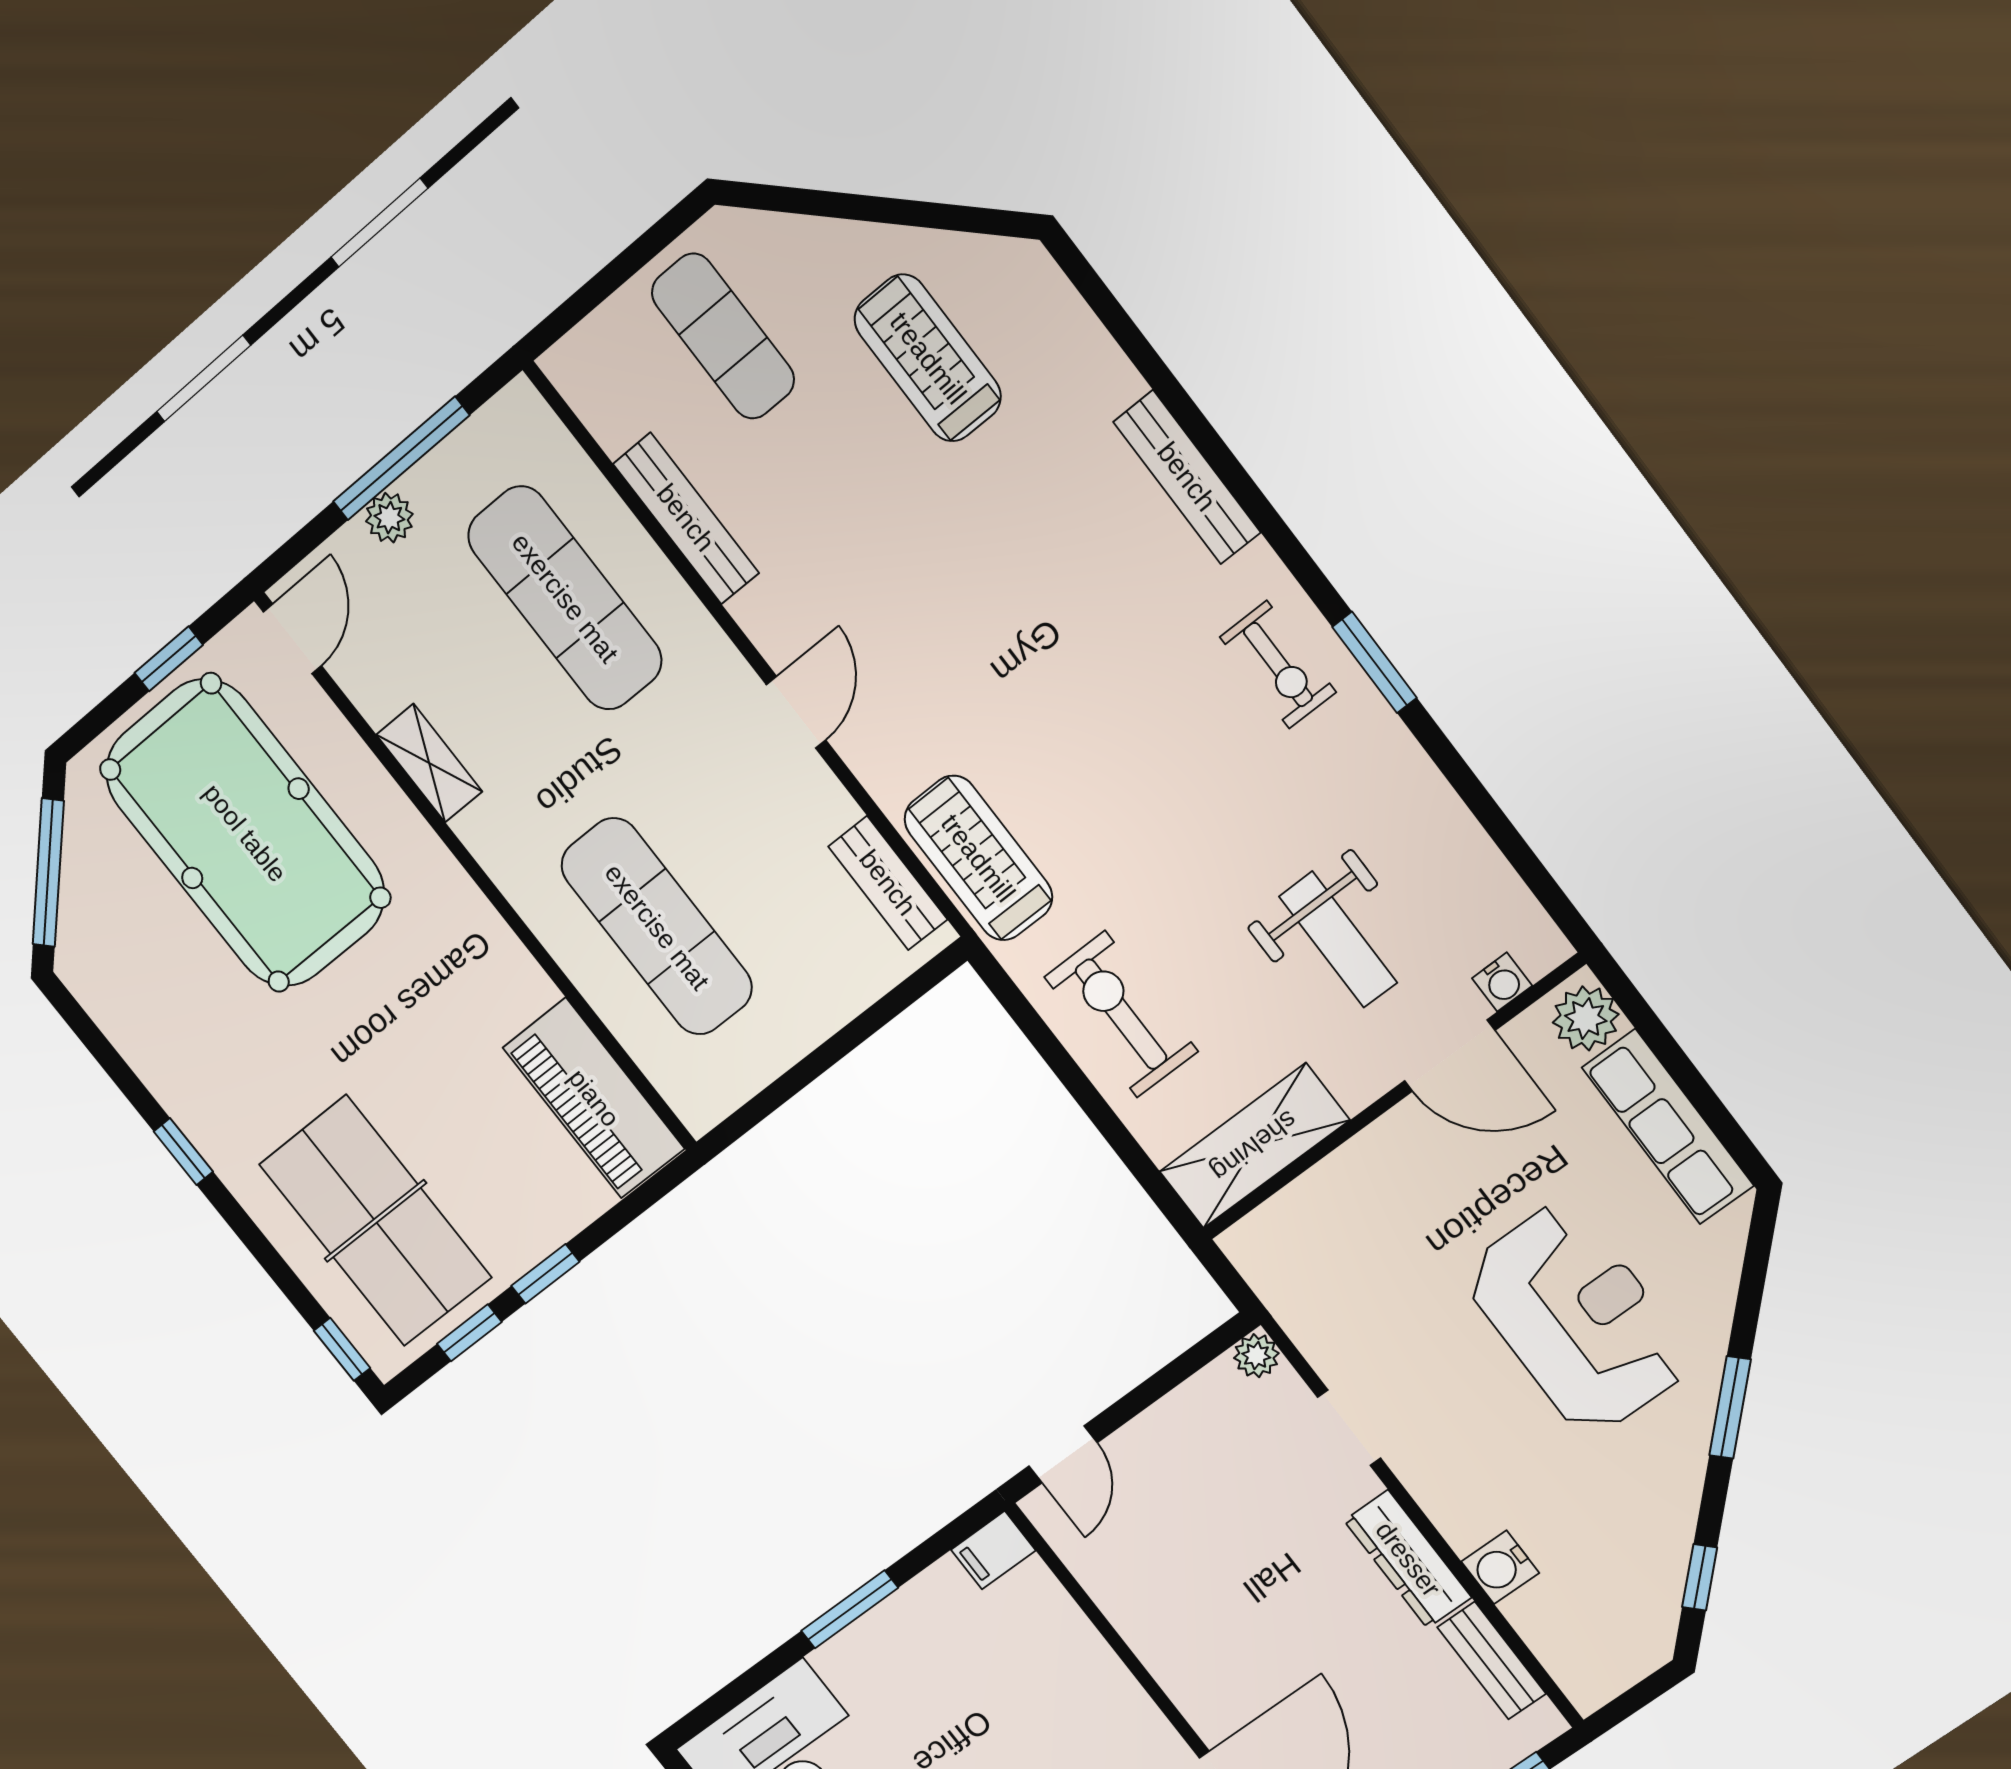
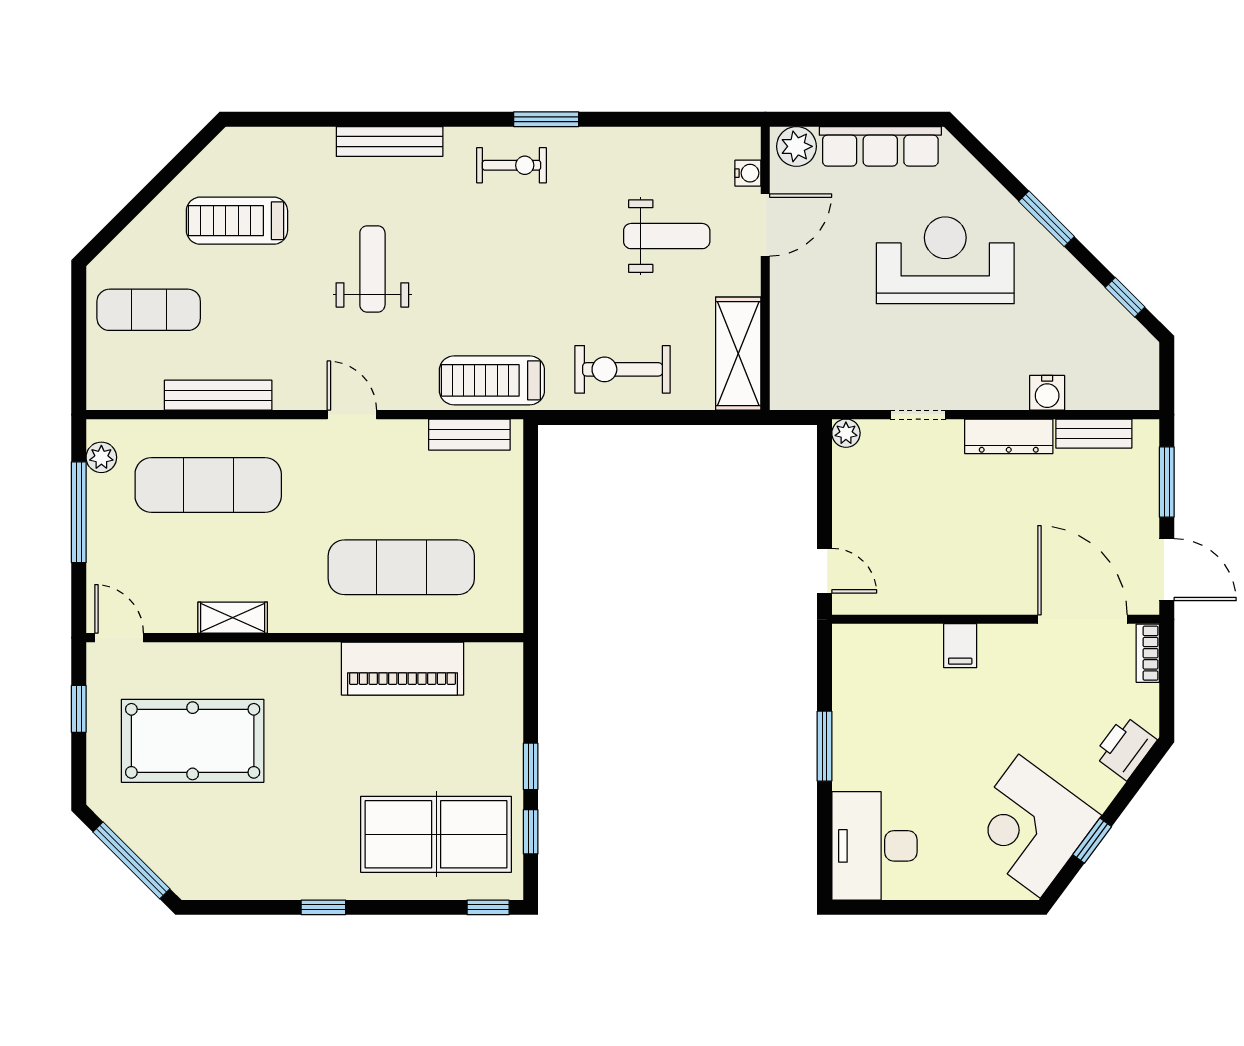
plant: (389, 518) -> (101, 457), moved
weight bench: (1002, 589) -> (372, 269), added
pool table: (245, 833) -> (193, 741), width x0.73, depth x0.76
piano: (594, 1098) -> (402, 669), moved
filing cabinet: (993, 1550) -> (960, 646), moved

